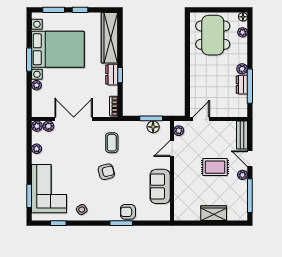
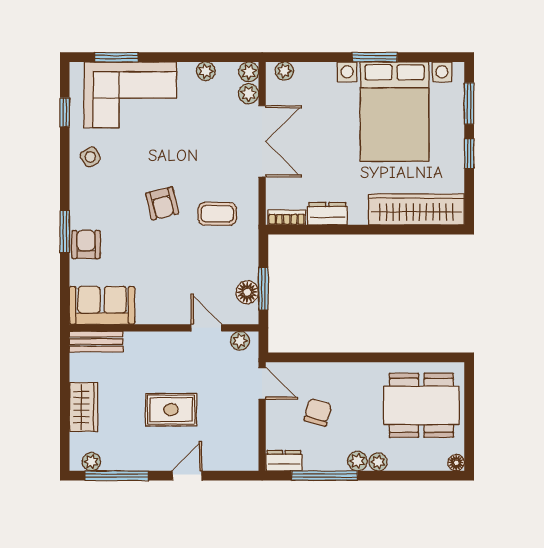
plant: (243, 32) -> (378, 462), moved
dresser: (112, 75) -> (327, 214), moved
window: (120, 75) -> (345, 230), removed
plant: (37, 85) -> (284, 71), moved
dresser: (242, 85) -> (284, 461), moved
chair: (216, 90) -> (318, 412), added
bench: (242, 135) -> (96, 342), moved
rug: (215, 167) -> (171, 410), turned 90
plant: (242, 175) -> (91, 462), moved
sofa: (160, 186) -> (102, 305), moved

